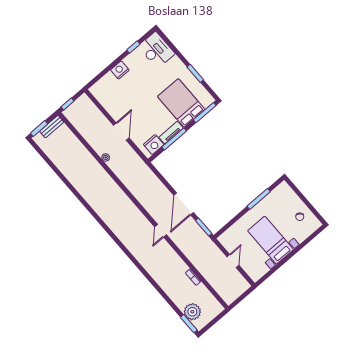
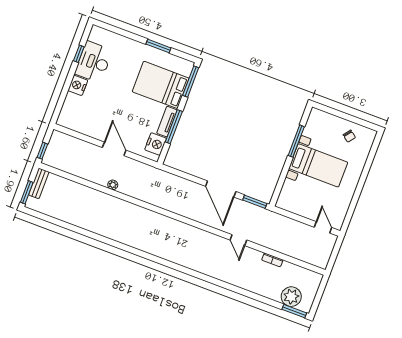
desk: (156, 50) -> (94, 62), moved, turned -90
door: (161, 231) -> (238, 240), moved
bed with nightstands: (271, 240) -> (318, 165), moved, turned 180
door: (233, 261) -> (323, 227), moved

